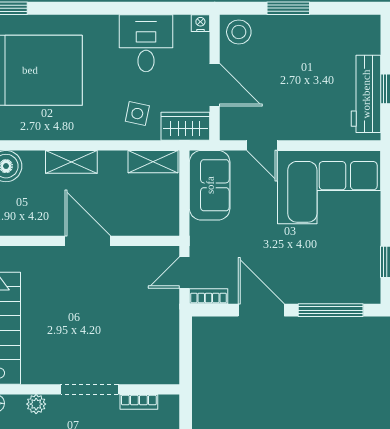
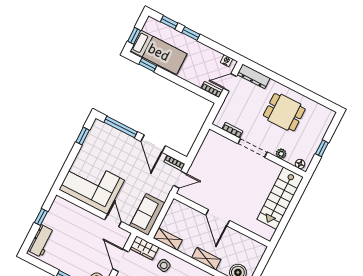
workbench: (366, 94) -> (41, 241), moved, width x0.73

